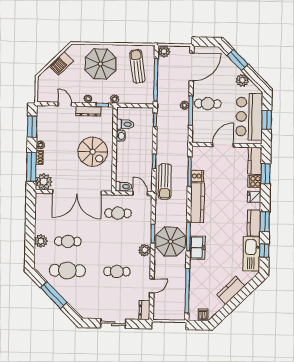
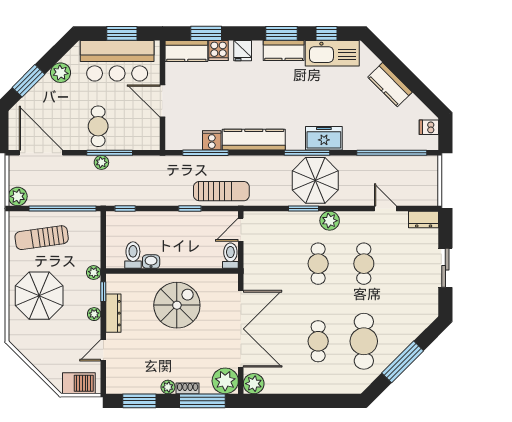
barbecue: (61, 63) -> (79, 383), moved, turned -45
cafe table: (118, 213) -> (318, 264), moved
plant: (41, 241) -> (254, 384), moved

